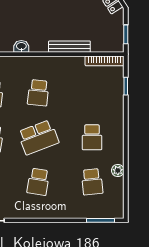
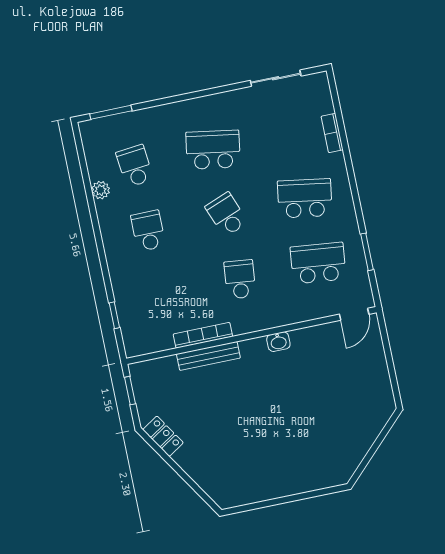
bookcase: (105, 61) -> (203, 335), moved
school desk: (38, 137) -> (226, 215), width x0.54
school desk: (38, 182) -> (213, 150), width x1.85

